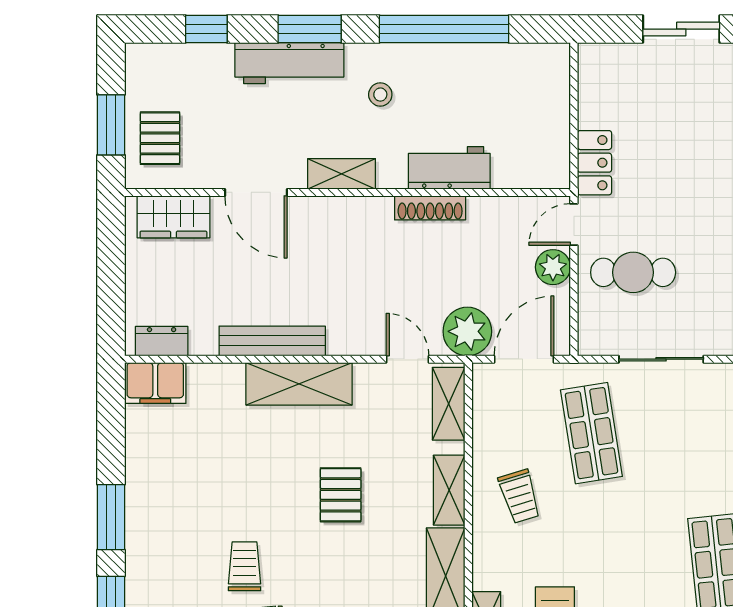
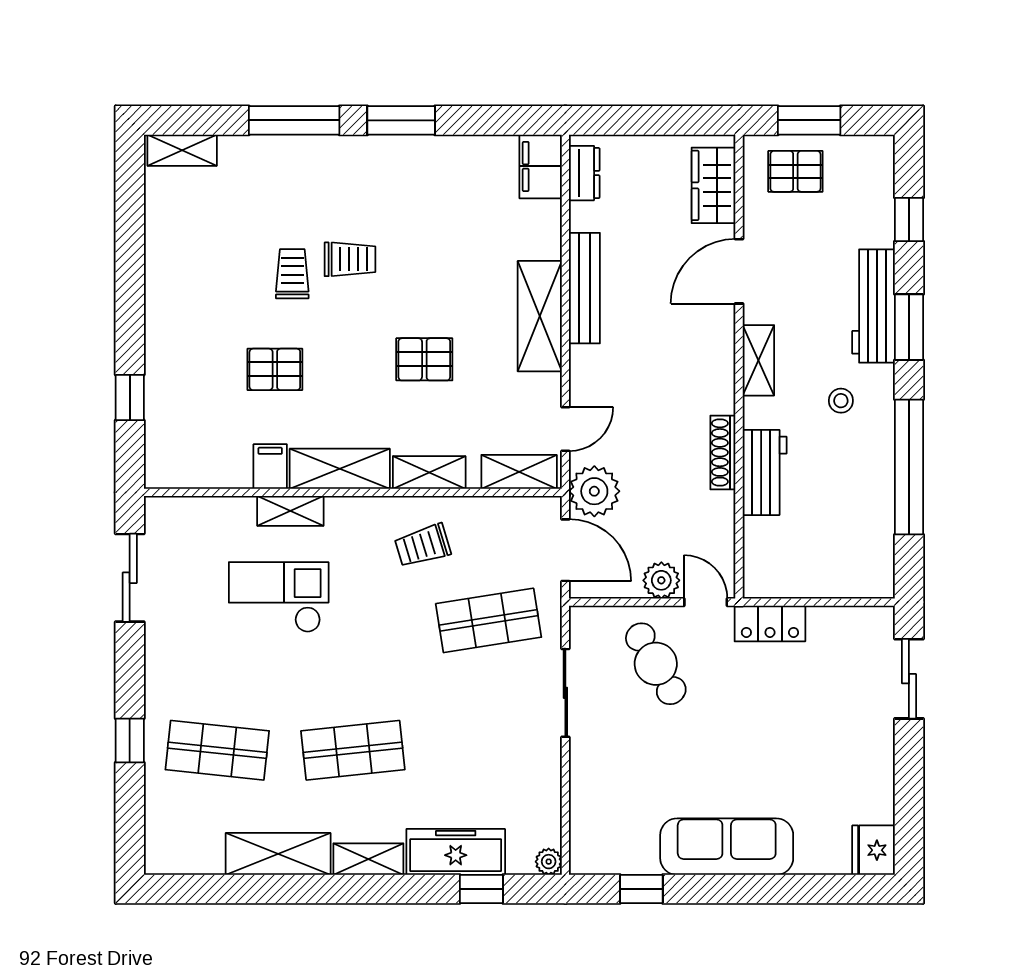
sliding door: (681, 29) -> (909, 679), moved
cafe table: (633, 272) -> (656, 664), turned -30

